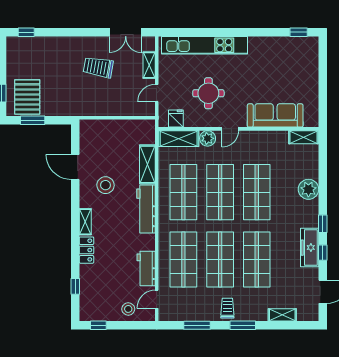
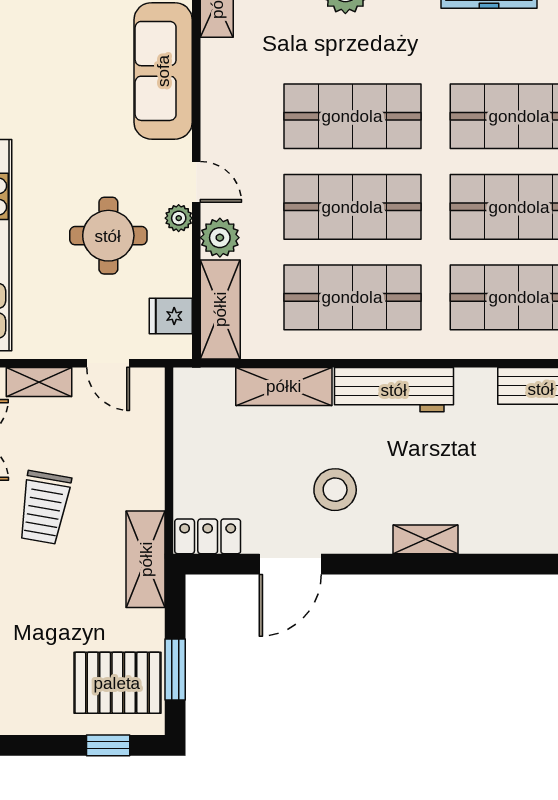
shelving: (77, 108) -> (146, 559), added
plant: (216, 122) -> (179, 218), added
locker: (87, 250) -> (208, 536), moved

